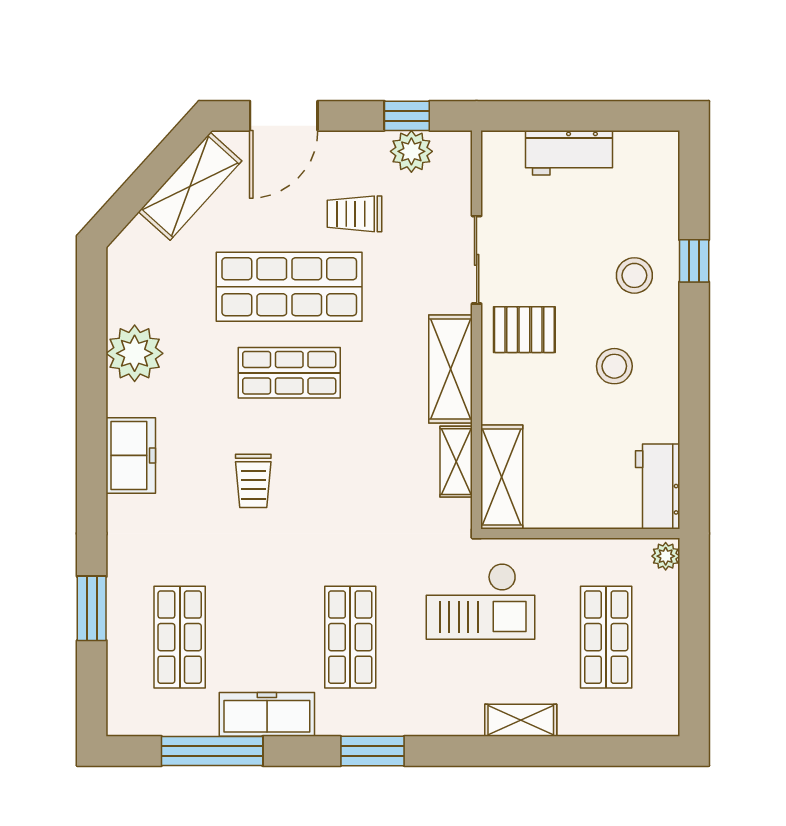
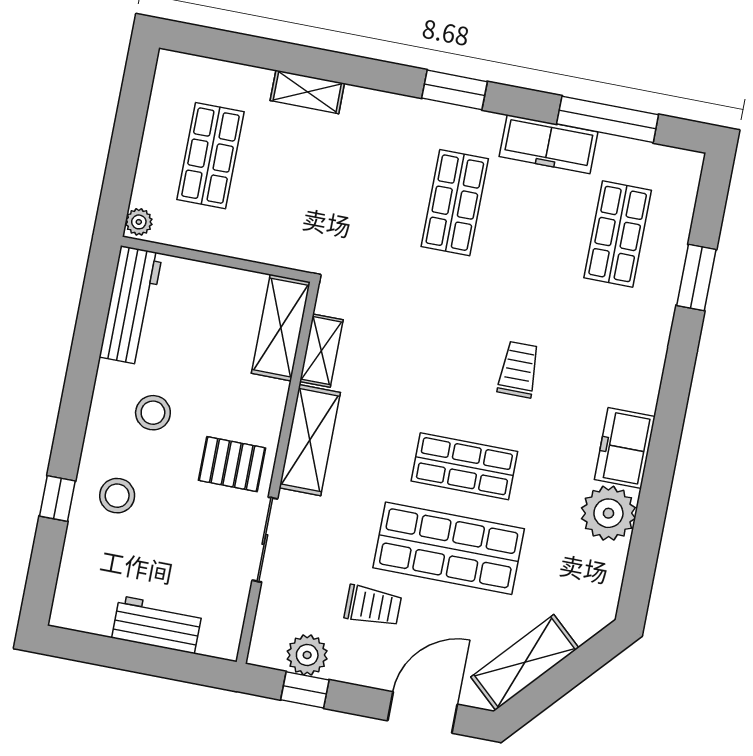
freezer: (131, 455) -> (625, 448), moved
workbench: (658, 486) -> (131, 305), width x1.38
checkout: (480, 601) -> (324, 213), removed

